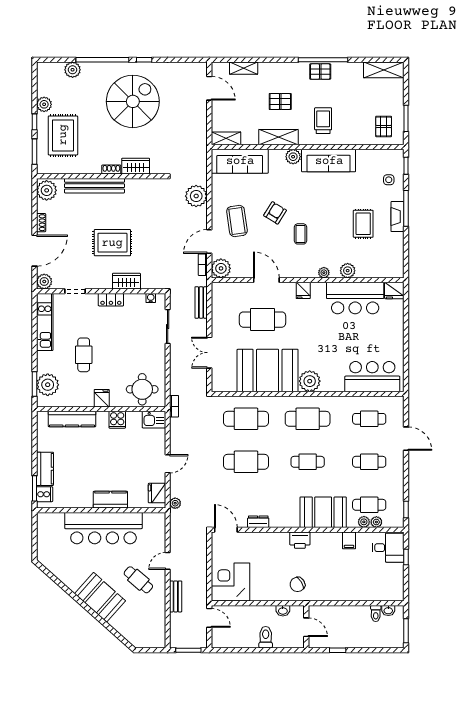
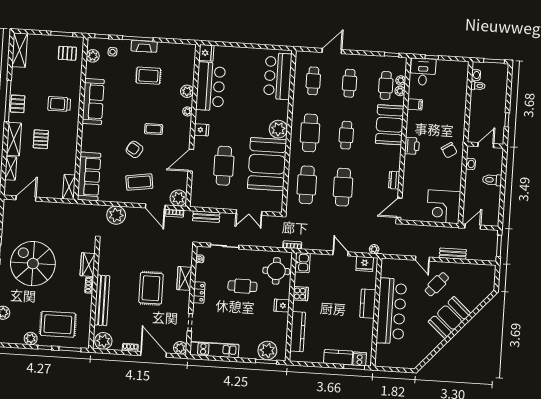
shelving: (278, 137) -> (14, 139), moved
plant: (293, 157) -> (93, 56), moved
cafe table: (84, 355) -> (242, 286), moved

